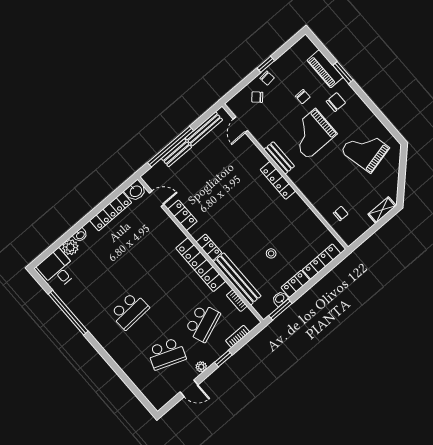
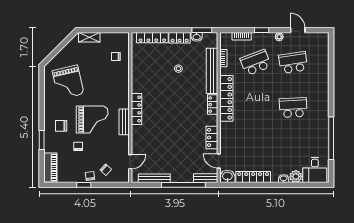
piano: (325, 69) -> (50, 167), moved
bench: (176, 153) -> (206, 178), moved
school desk: (167, 354) -> (293, 63), turned -30

